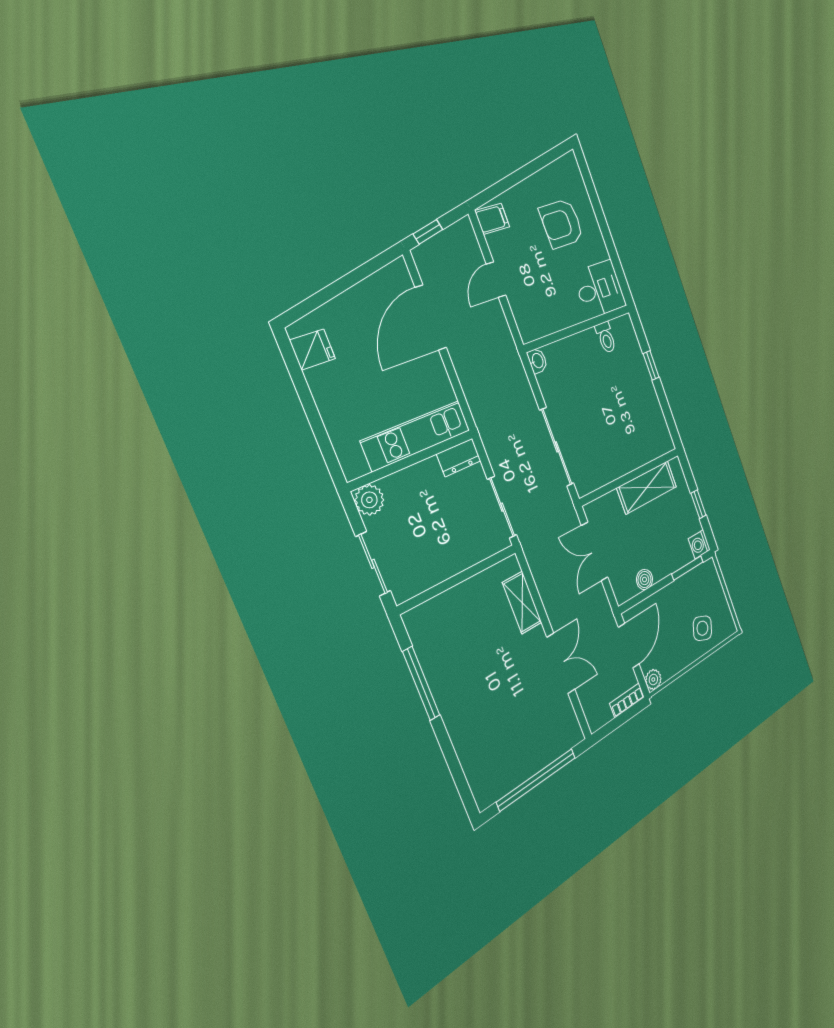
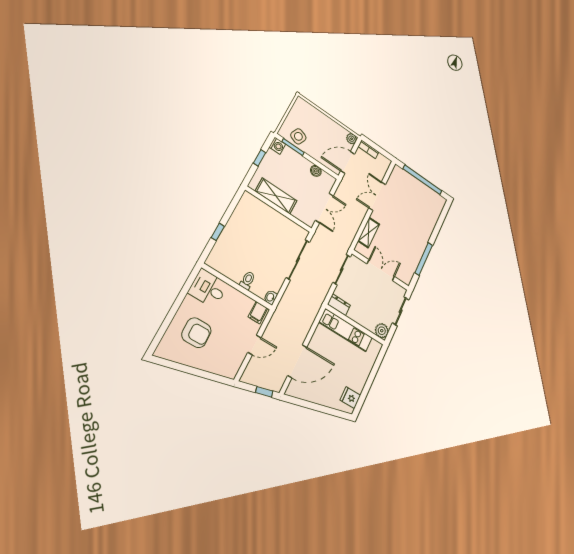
filing cabinet: (492, 219) -> (258, 313), moved, turned -90
toilet: (606, 337) -> (247, 280), moved
double door: (458, 579) -> (381, 270), added
side table: (702, 628) -> (298, 136), moved

